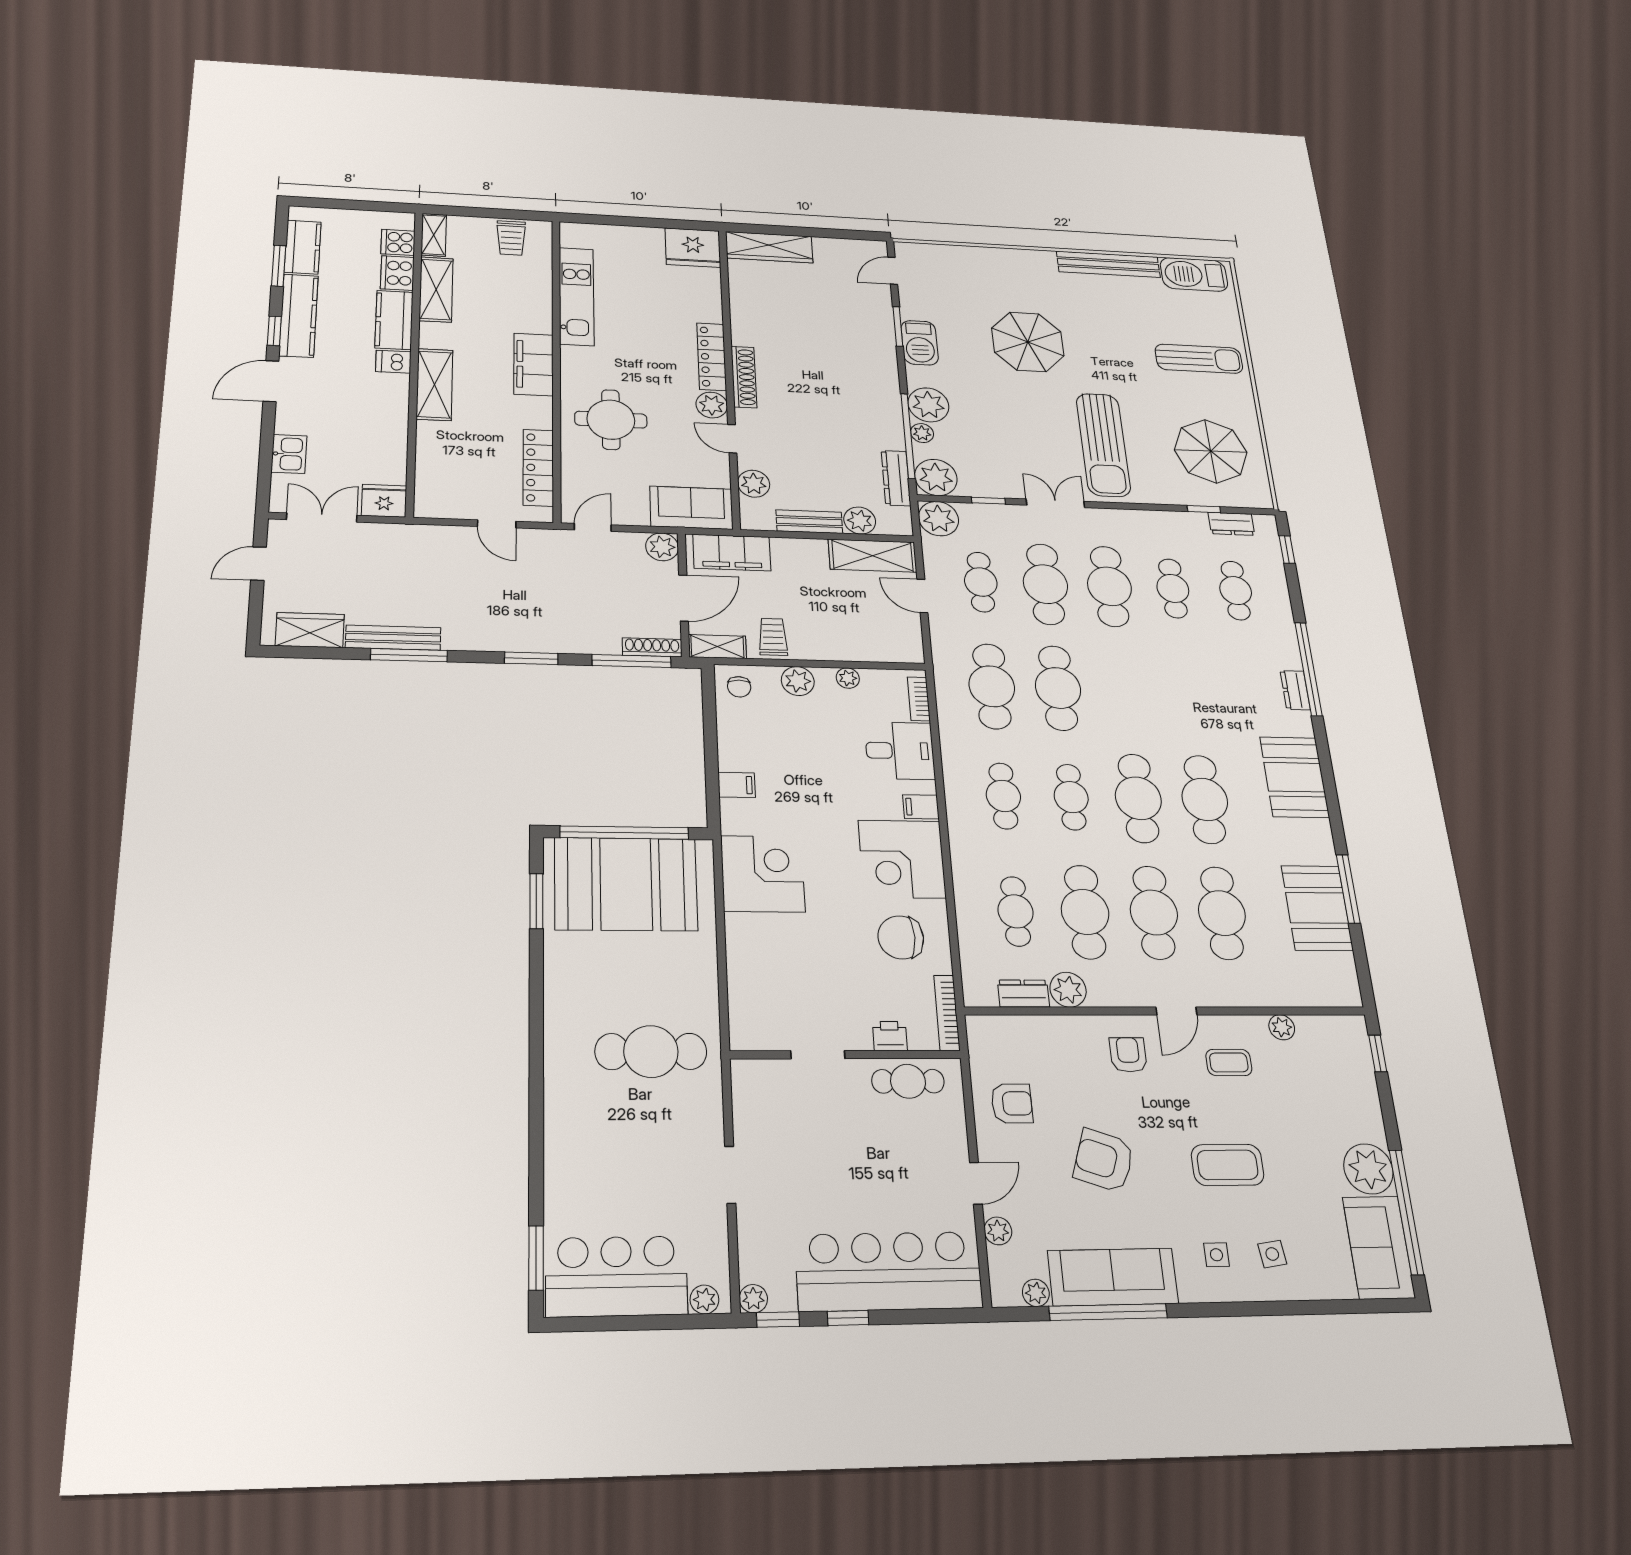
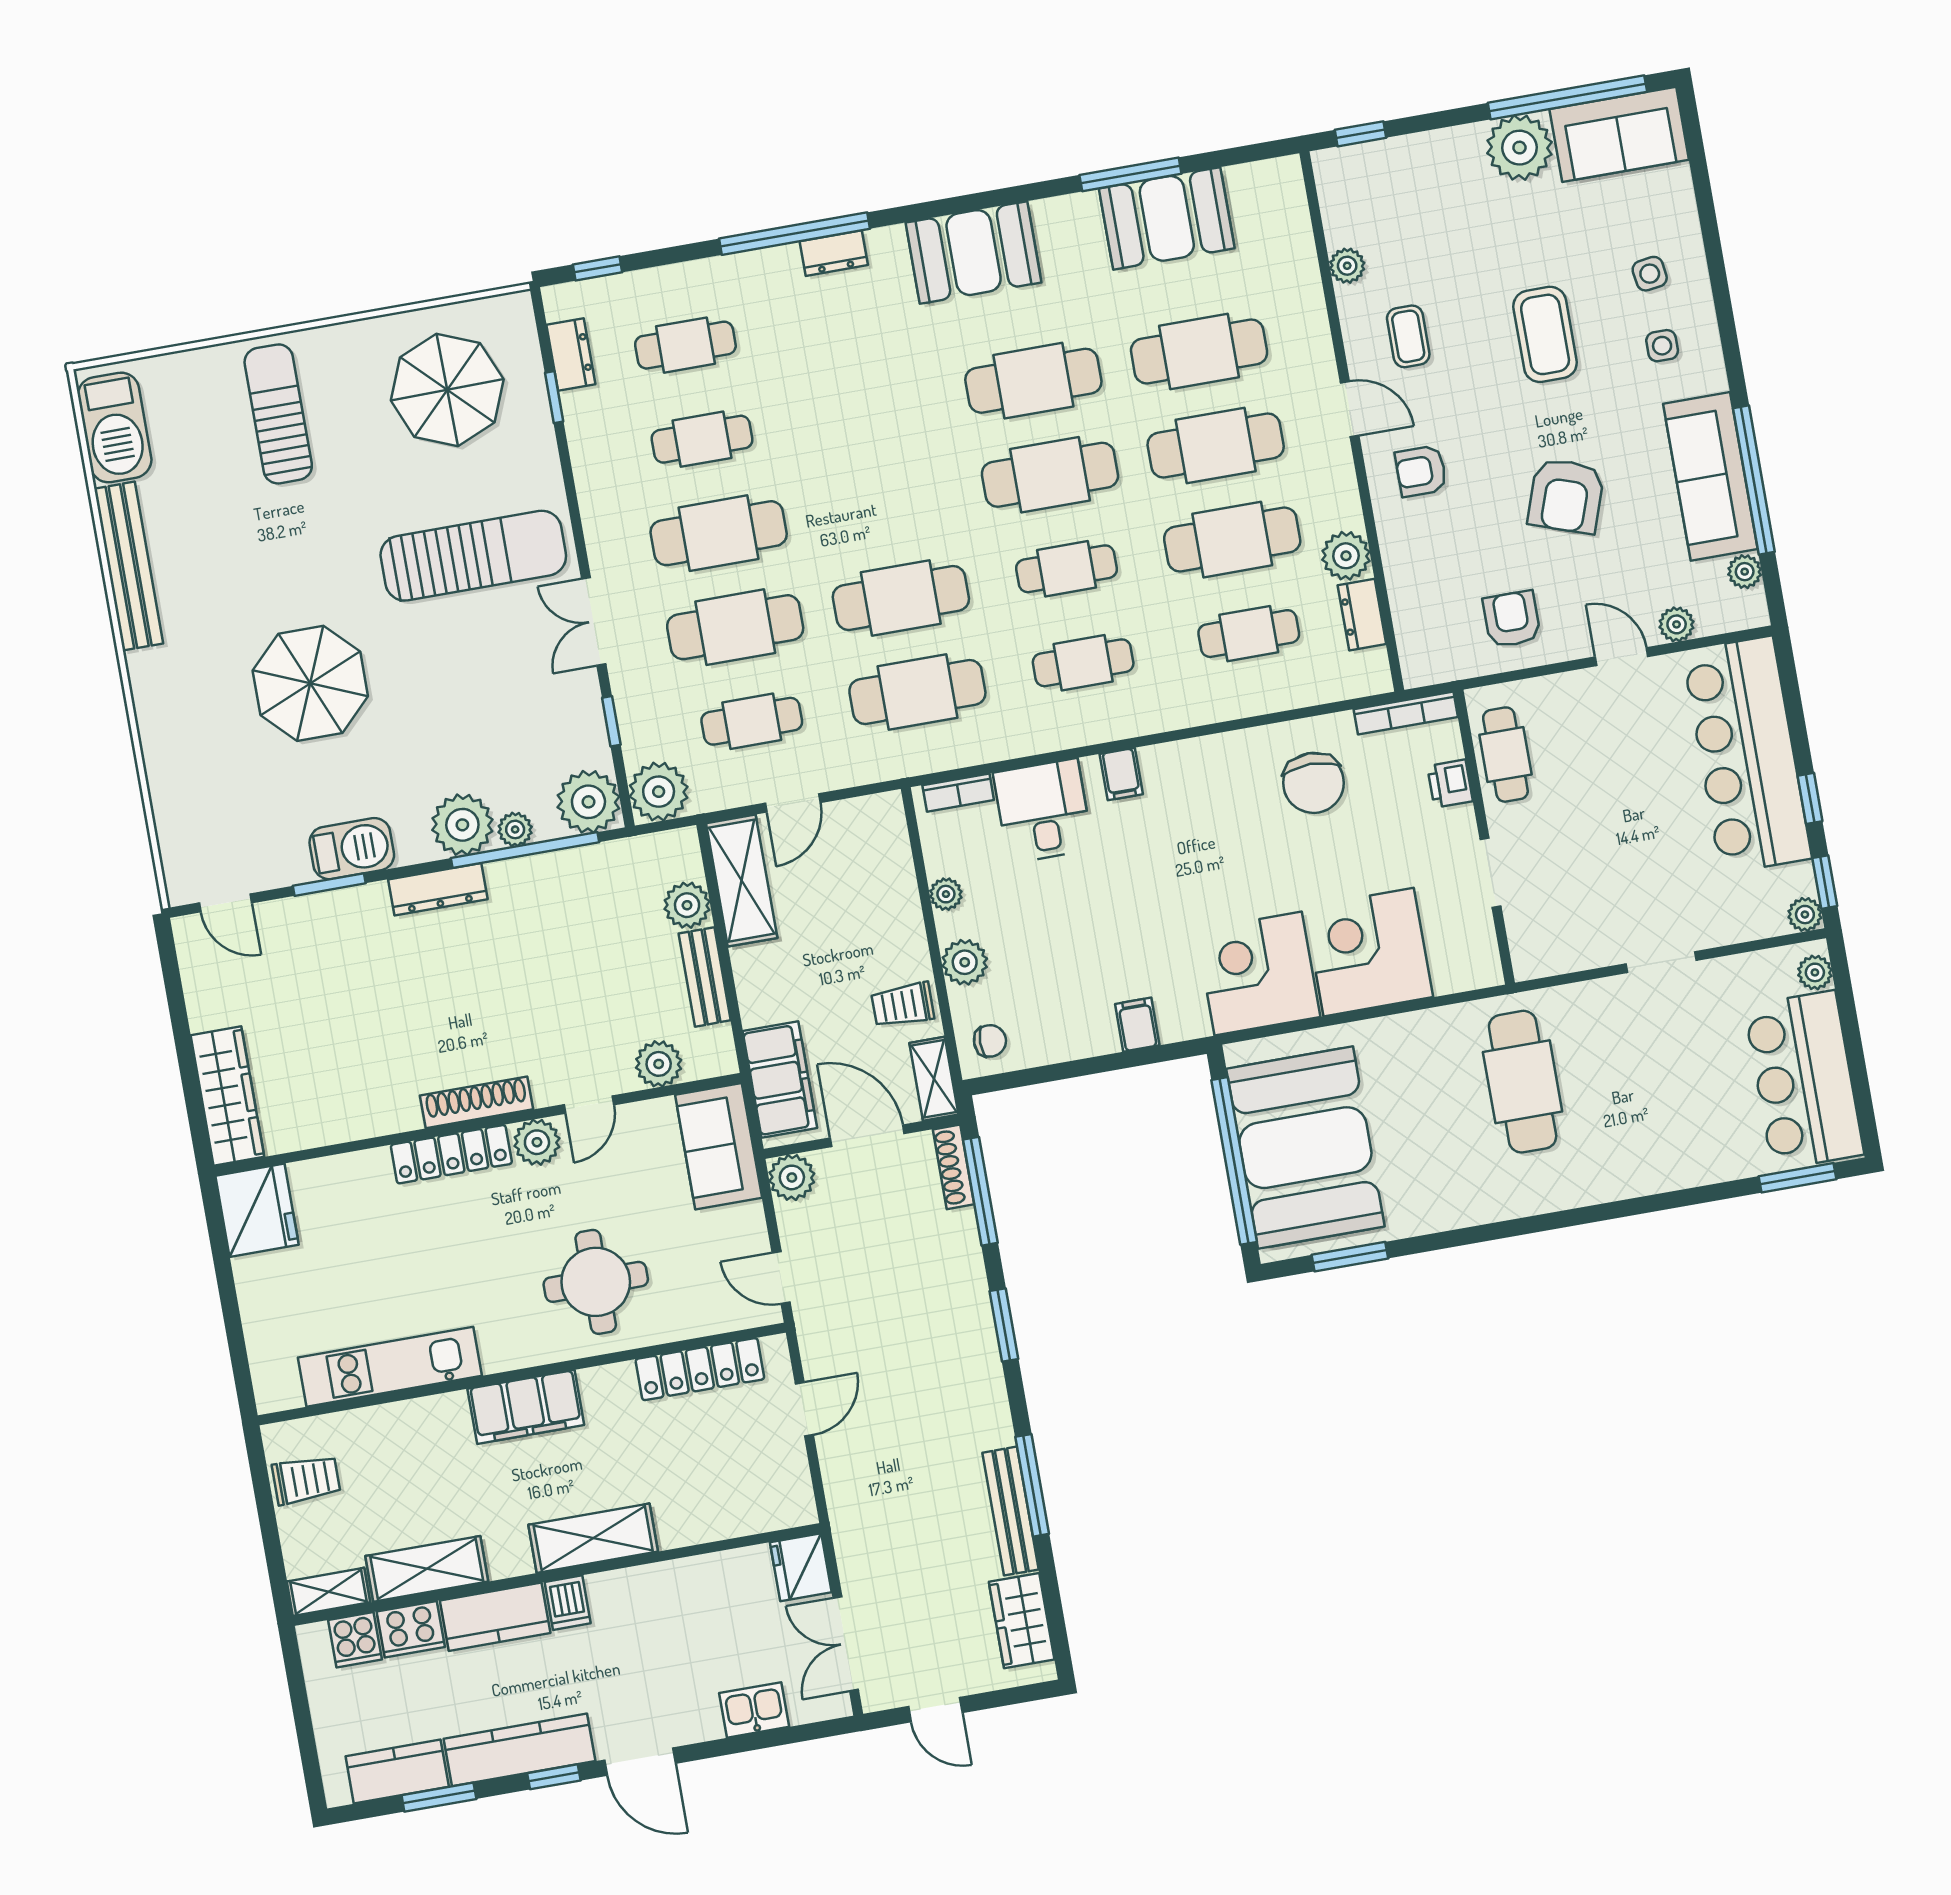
dresser: (896, 478) -> (438, 889), moved
corner desk: (902, 859) -> (1369, 952), moved, turned 180

